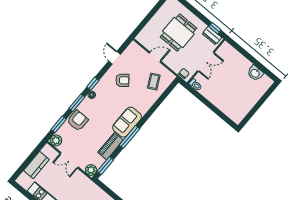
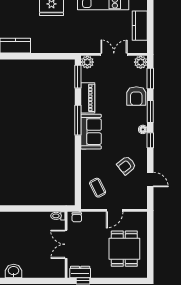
dining table: (178, 33) -> (124, 249), moved

